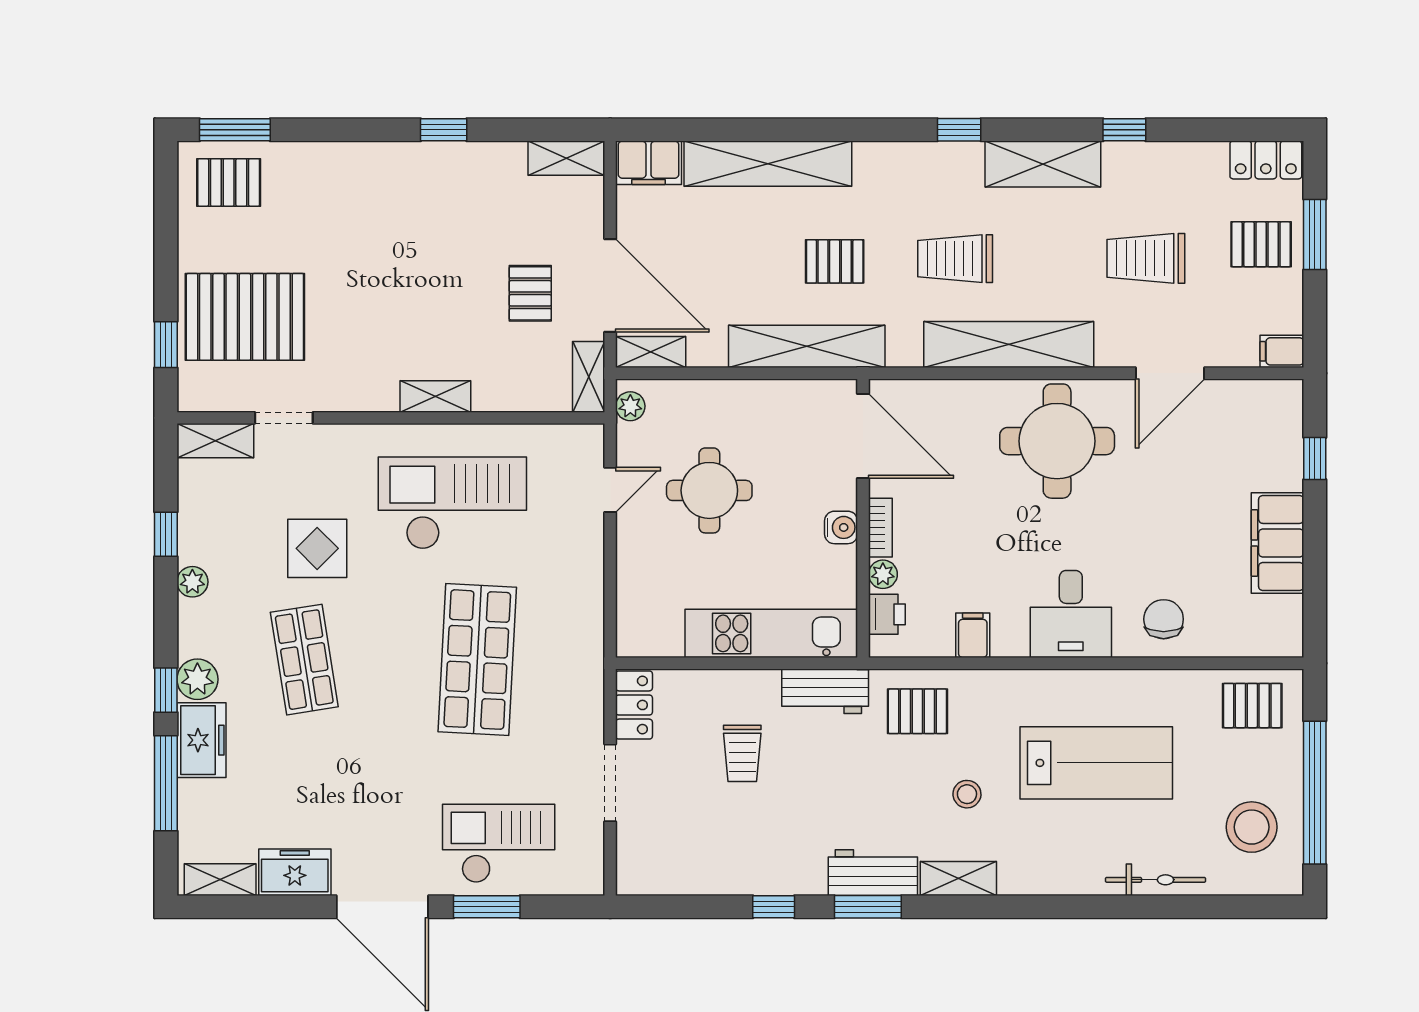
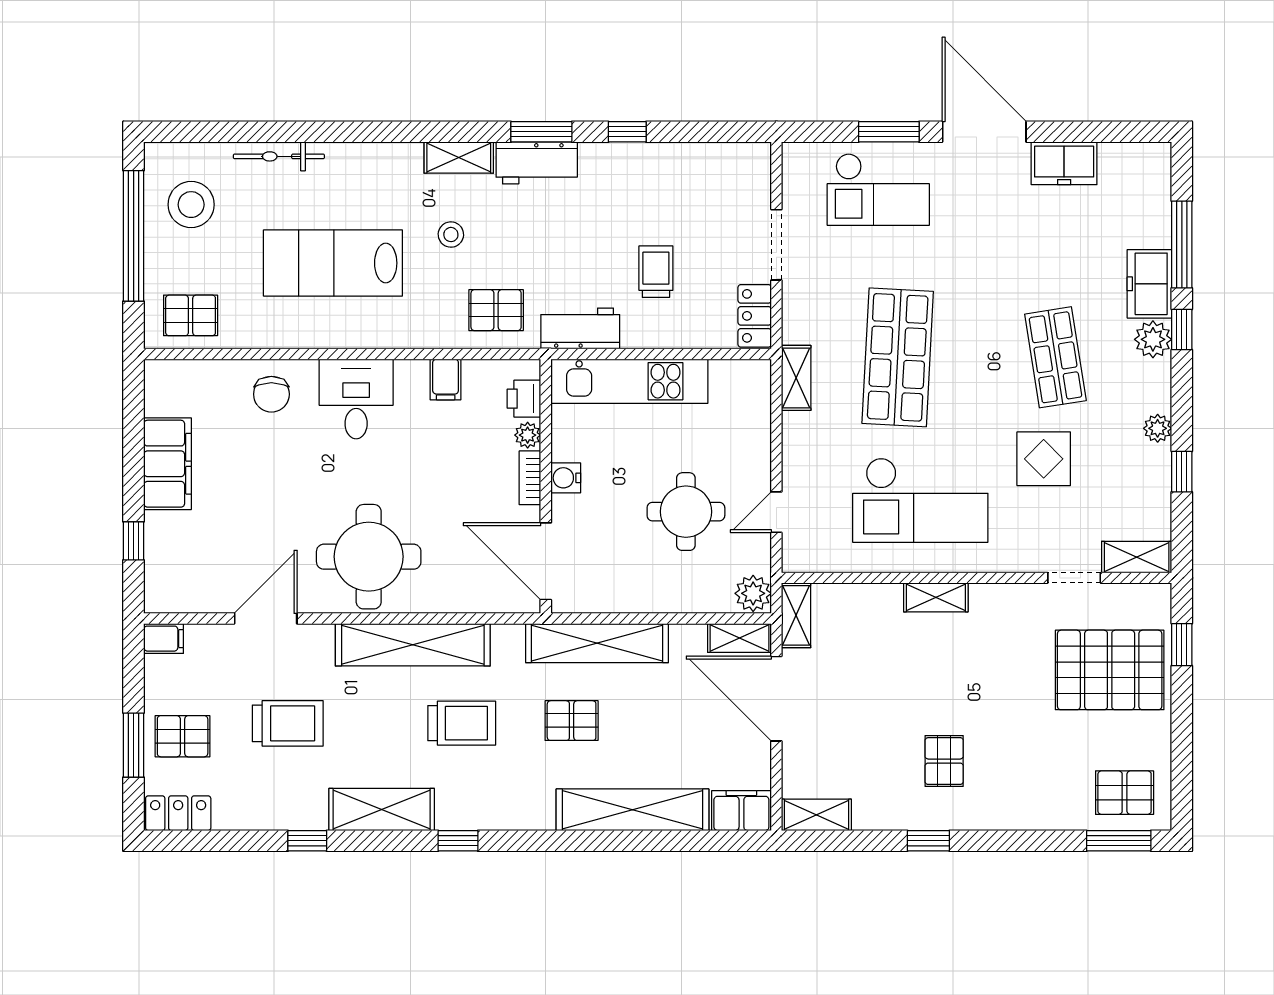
pallet: (530, 293) -> (944, 761), moved
plant: (630, 406) -> (753, 593), width x1.38, depth x1.38
shelving: (220, 880) -> (796, 378), moved, turned 90

